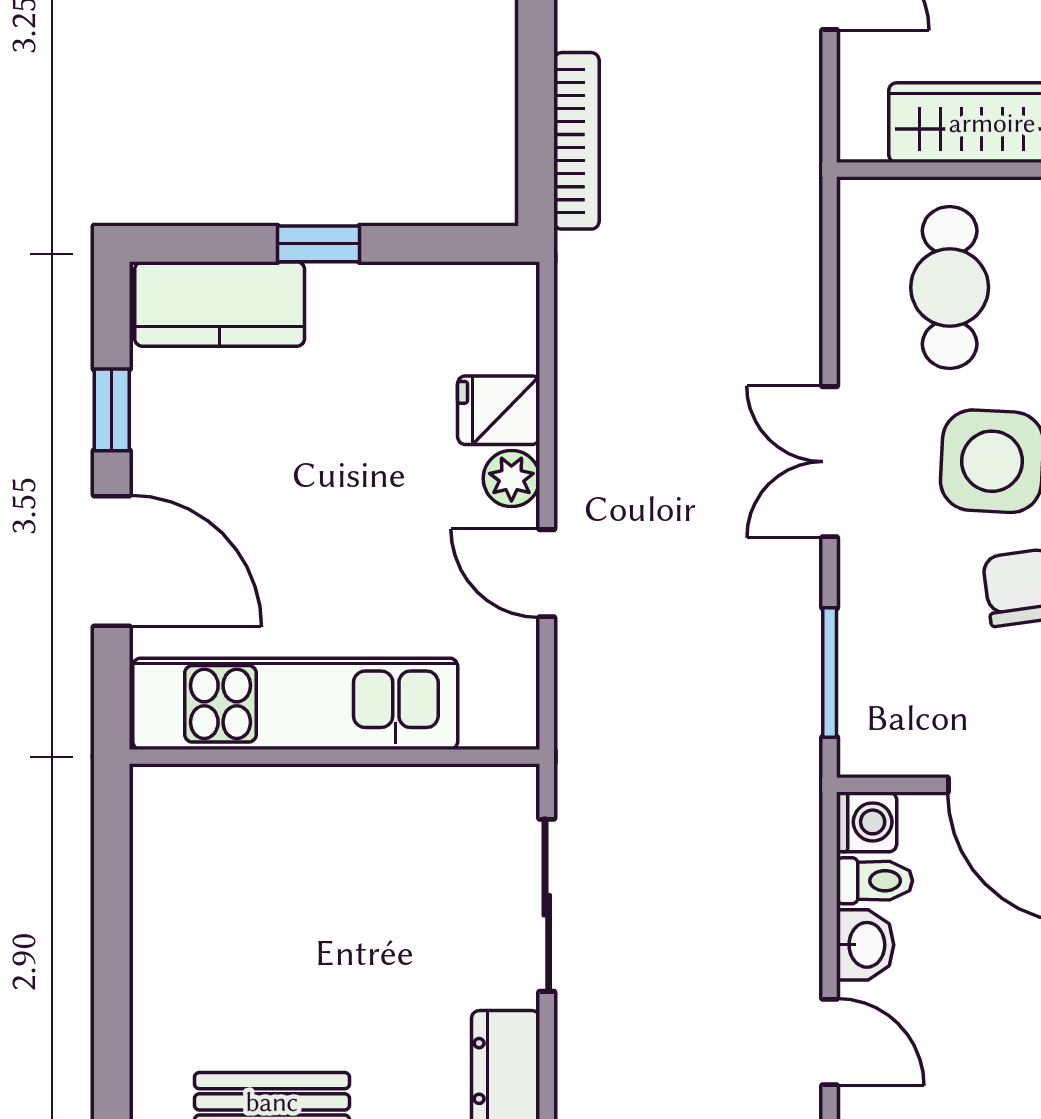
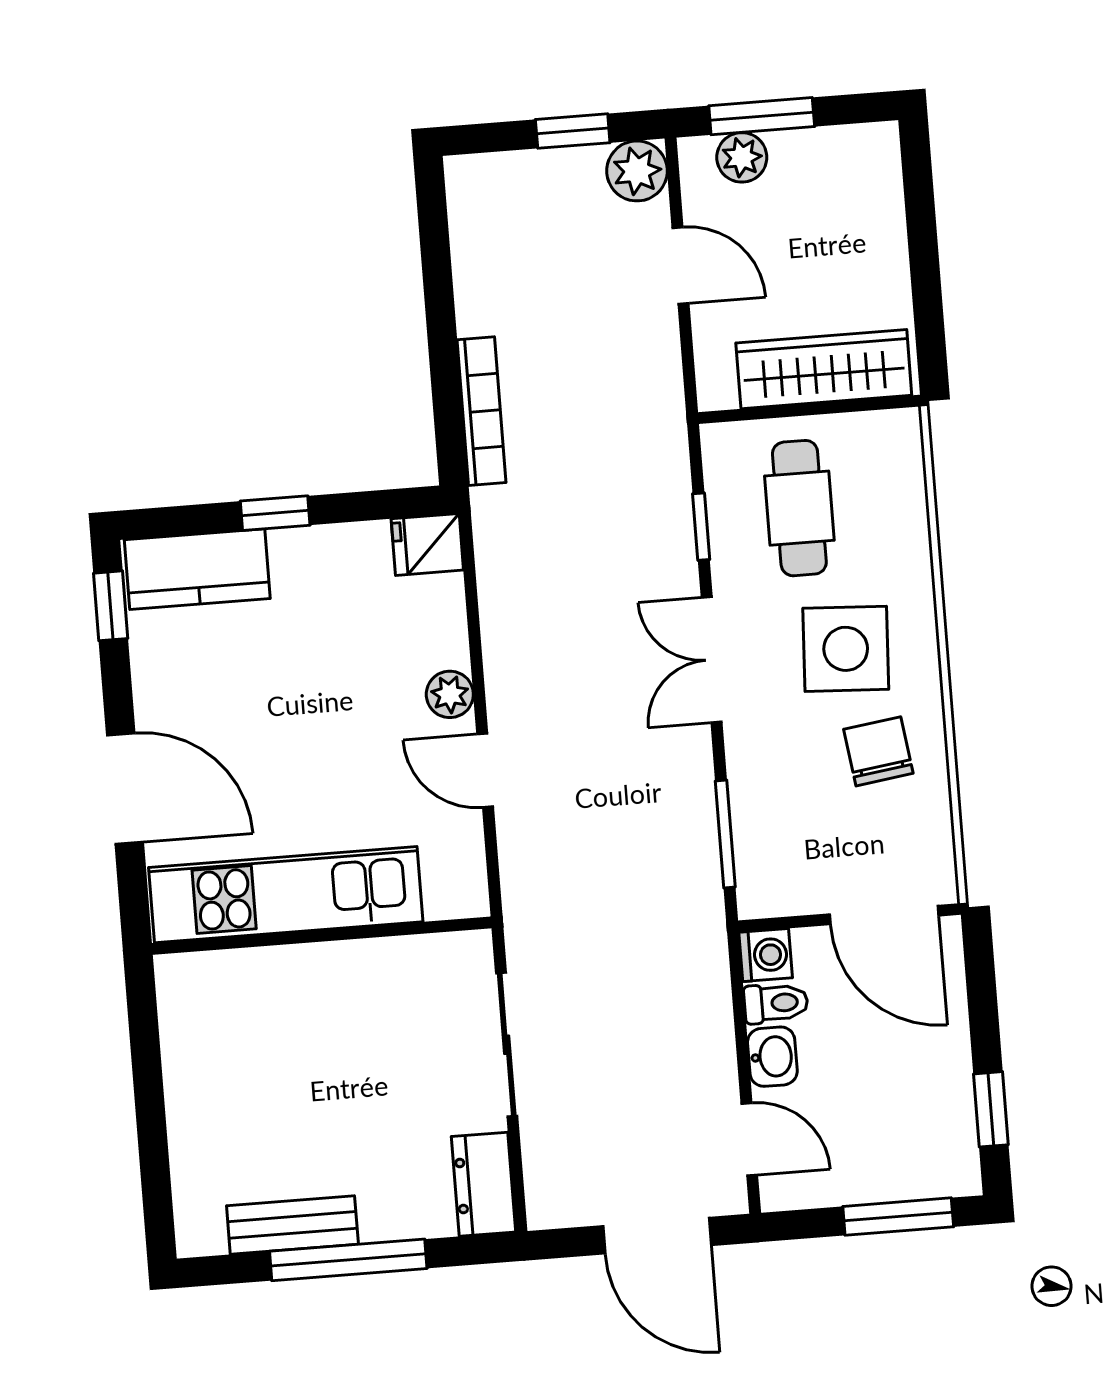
window: (830, 300) -> (701, 527), added
window: (112, 410) -> (111, 606), moved
fridge: (499, 410) -> (427, 544), moved

